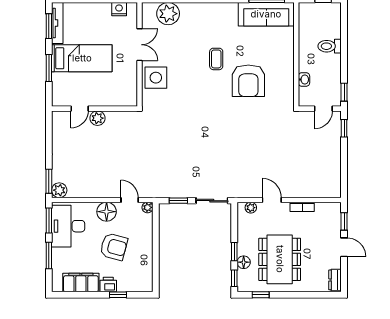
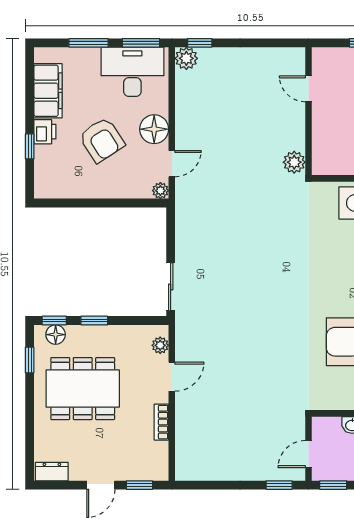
door: (323, 109) -> (308, 454), hinge flipped
plant: (97, 118) -> (294, 162), moved
window: (49, 181) -> (200, 43), width x0.67
window: (178, 201) -> (171, 237), removed
armchair: (114, 247) -> (102, 140), turned -48
floor lamp: (244, 262) -> (56, 335), moved

